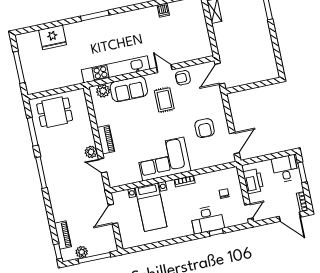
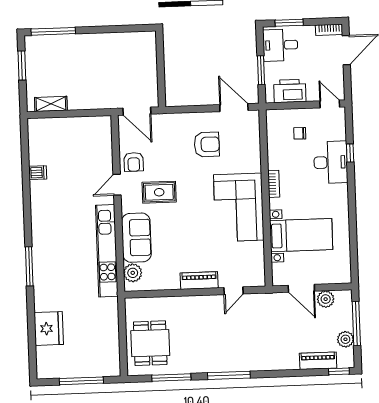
plant: (91, 152) -> (326, 299), moved
window: (265, 158) -> (261, 70), added

